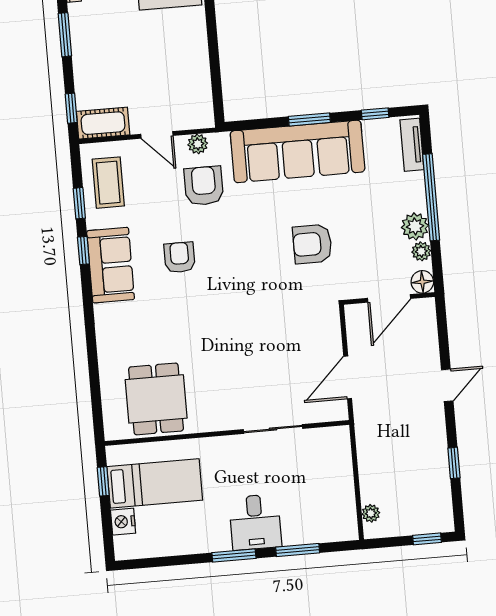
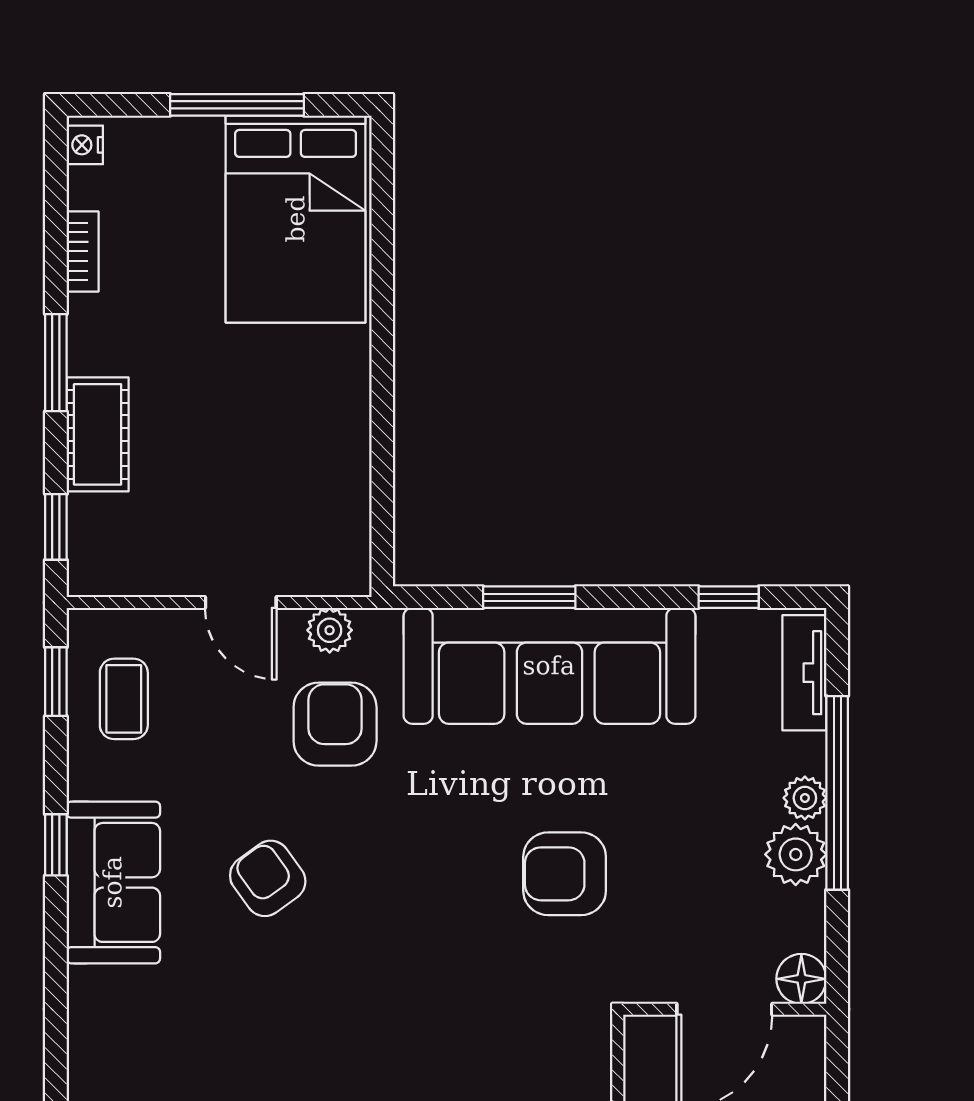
window: (309, 119) -> (529, 597), moved
cot: (103, 123) -> (98, 434), moved, turned 90
coffee table: (108, 183) -> (124, 699), width x0.73, depth x0.77
window: (79, 203) -> (56, 682), moved
plant: (421, 251) -> (805, 798), moved
armchair: (180, 257) -> (268, 878), turned -36

